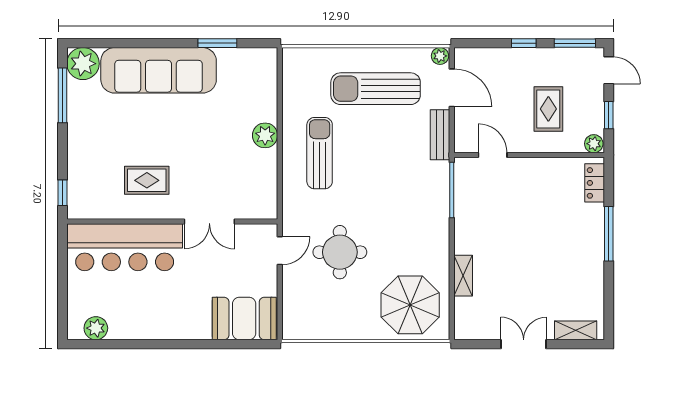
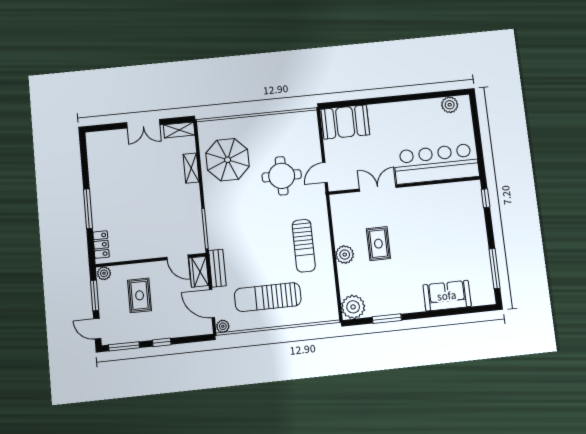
plant: (83, 64) -> (353, 307), moved
sofa: (159, 70) -> (447, 296), width x0.54, depth x0.79
sun lounger: (376, 89) -> (268, 297), turned 180
window: (609, 115) -> (95, 295), width x1.50
wardrobe: (466, 133) -> (199, 272), added
rug: (147, 180) -> (378, 244), moved, turned 90
parasol: (410, 305) -> (228, 160), moved
shelving: (576, 330) -> (179, 130), moved

